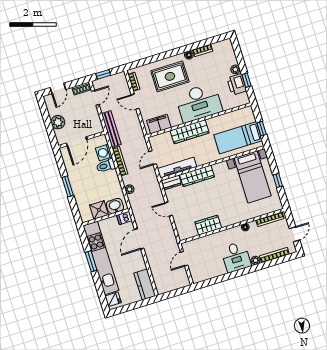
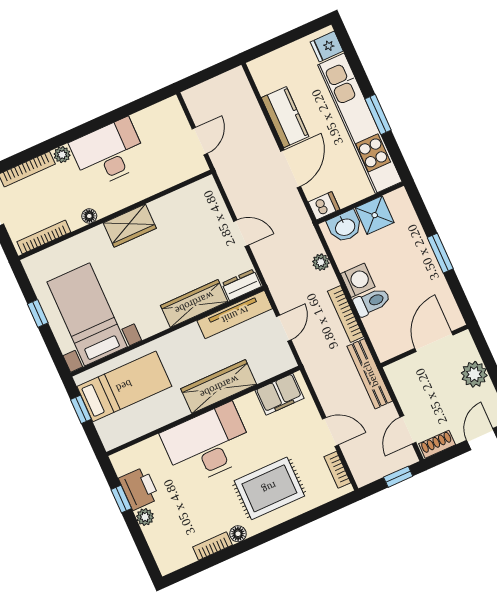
washing machine: (104, 153) -> (358, 280), moved
wardrobe: (208, 225) -> (130, 226), moved
desk: (236, 257) -> (109, 153), width x1.37
kitchen counter: (145, 285) -> (285, 117), moved

